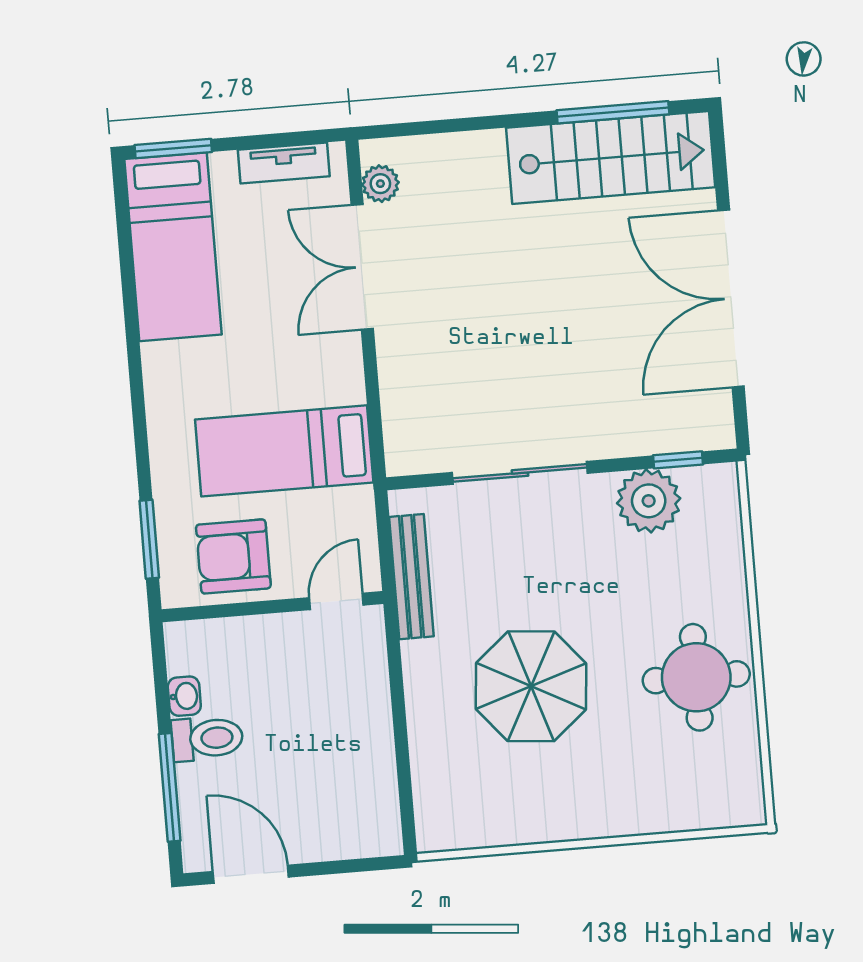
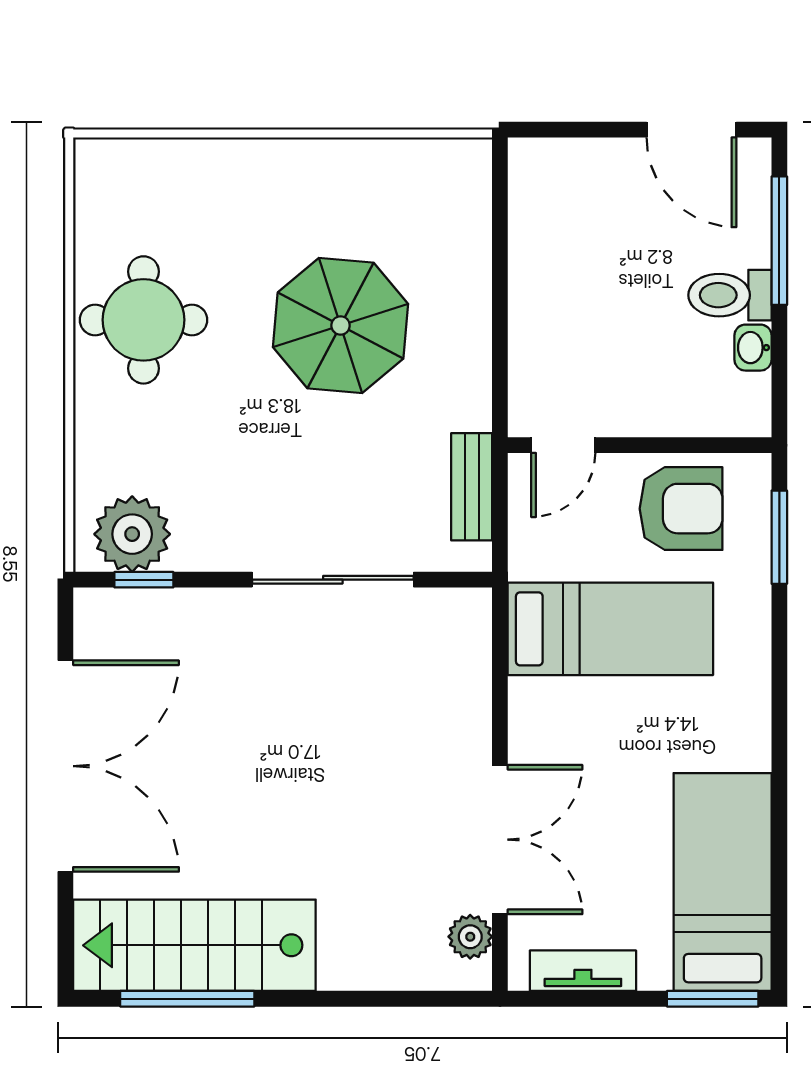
plant: (649, 501) -> (132, 534), moved
bench: (411, 577) -> (472, 487), width x0.73

